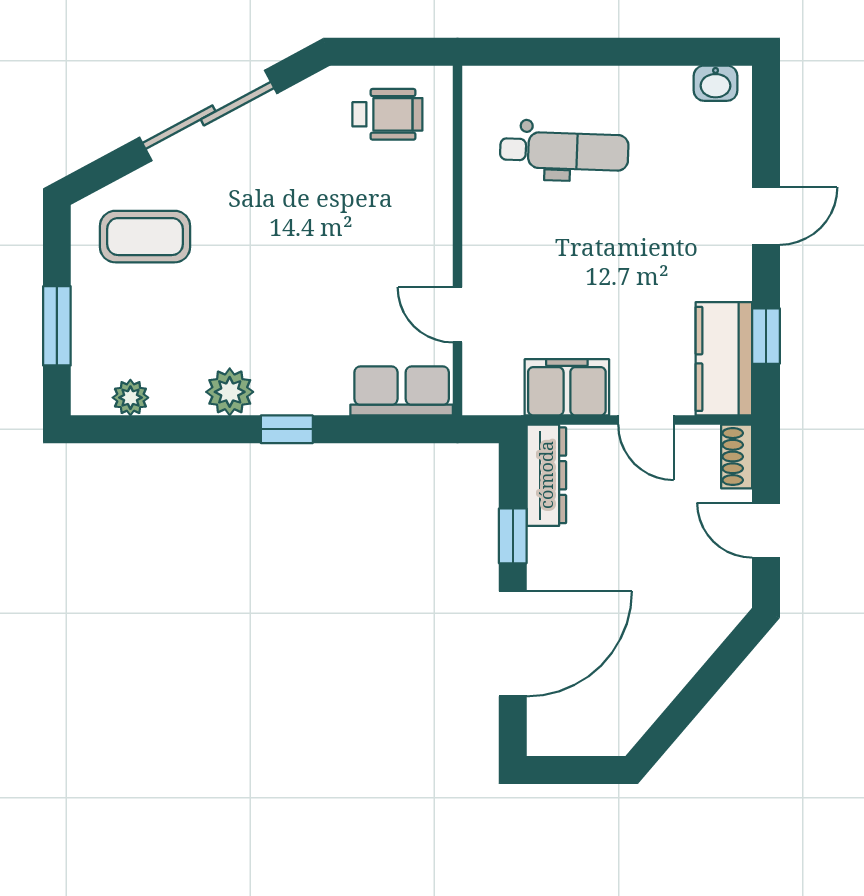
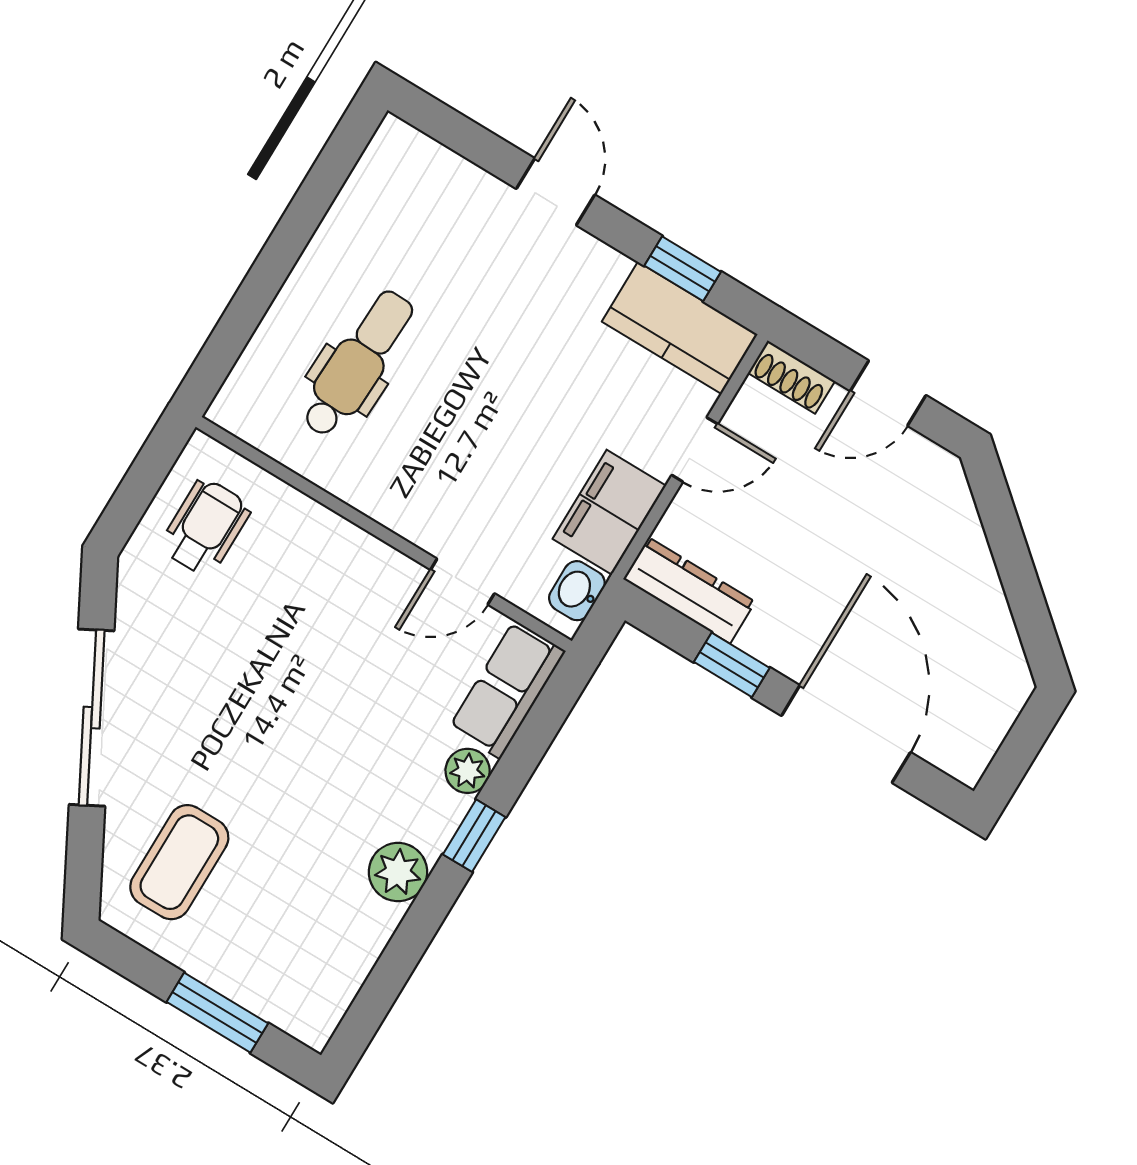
washbasin: (716, 83) -> (577, 591), moved, turned 180
plant: (130, 398) -> (468, 771), moved

